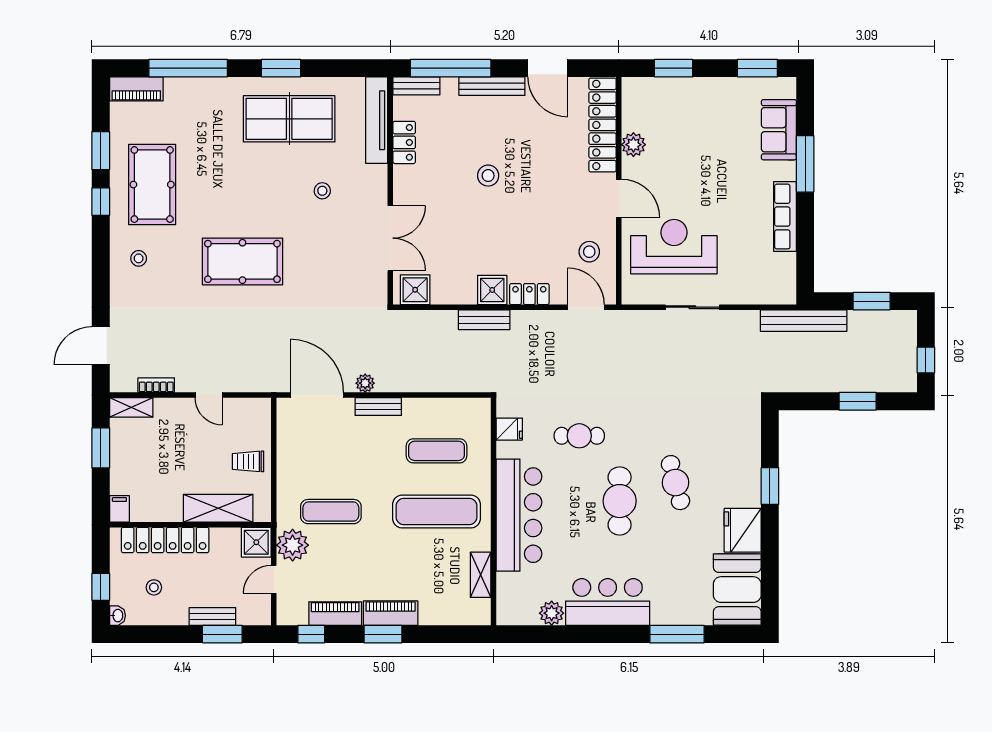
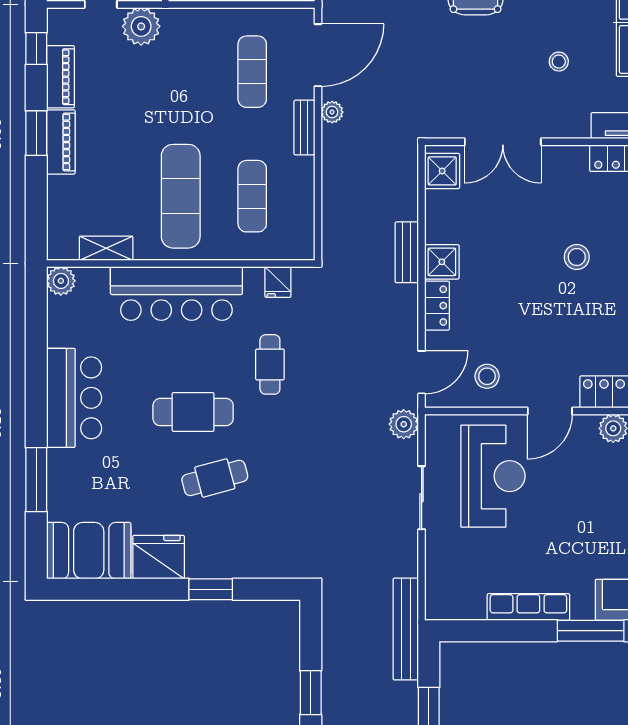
plant: (630, 322) -> (404, 424), added
exercise mat: (331, 512) -> (252, 72), moved
plant: (552, 613) -> (61, 281), moved

